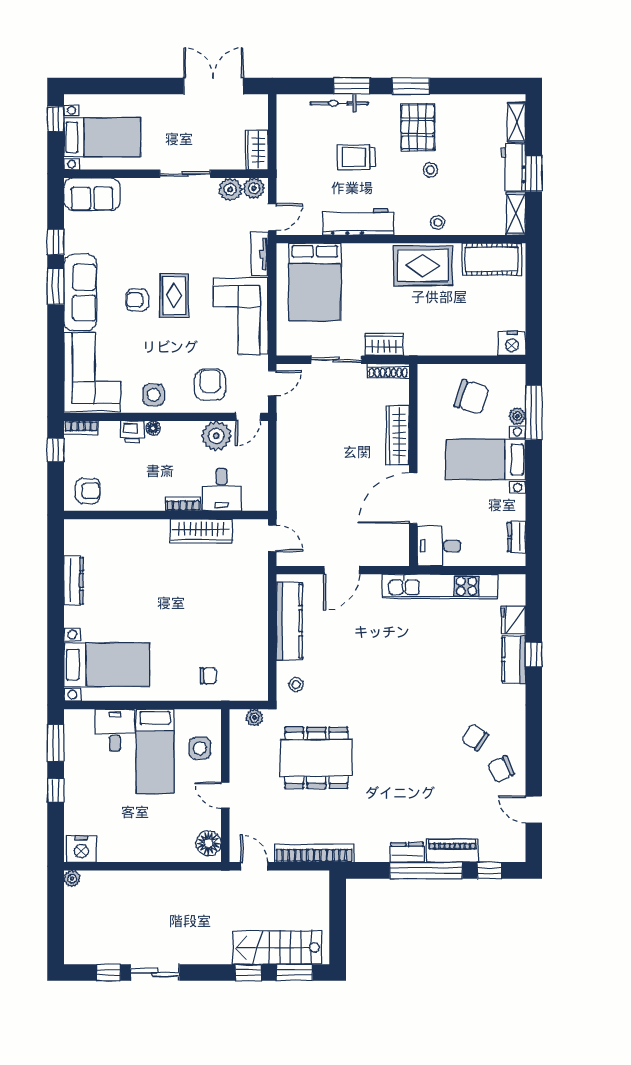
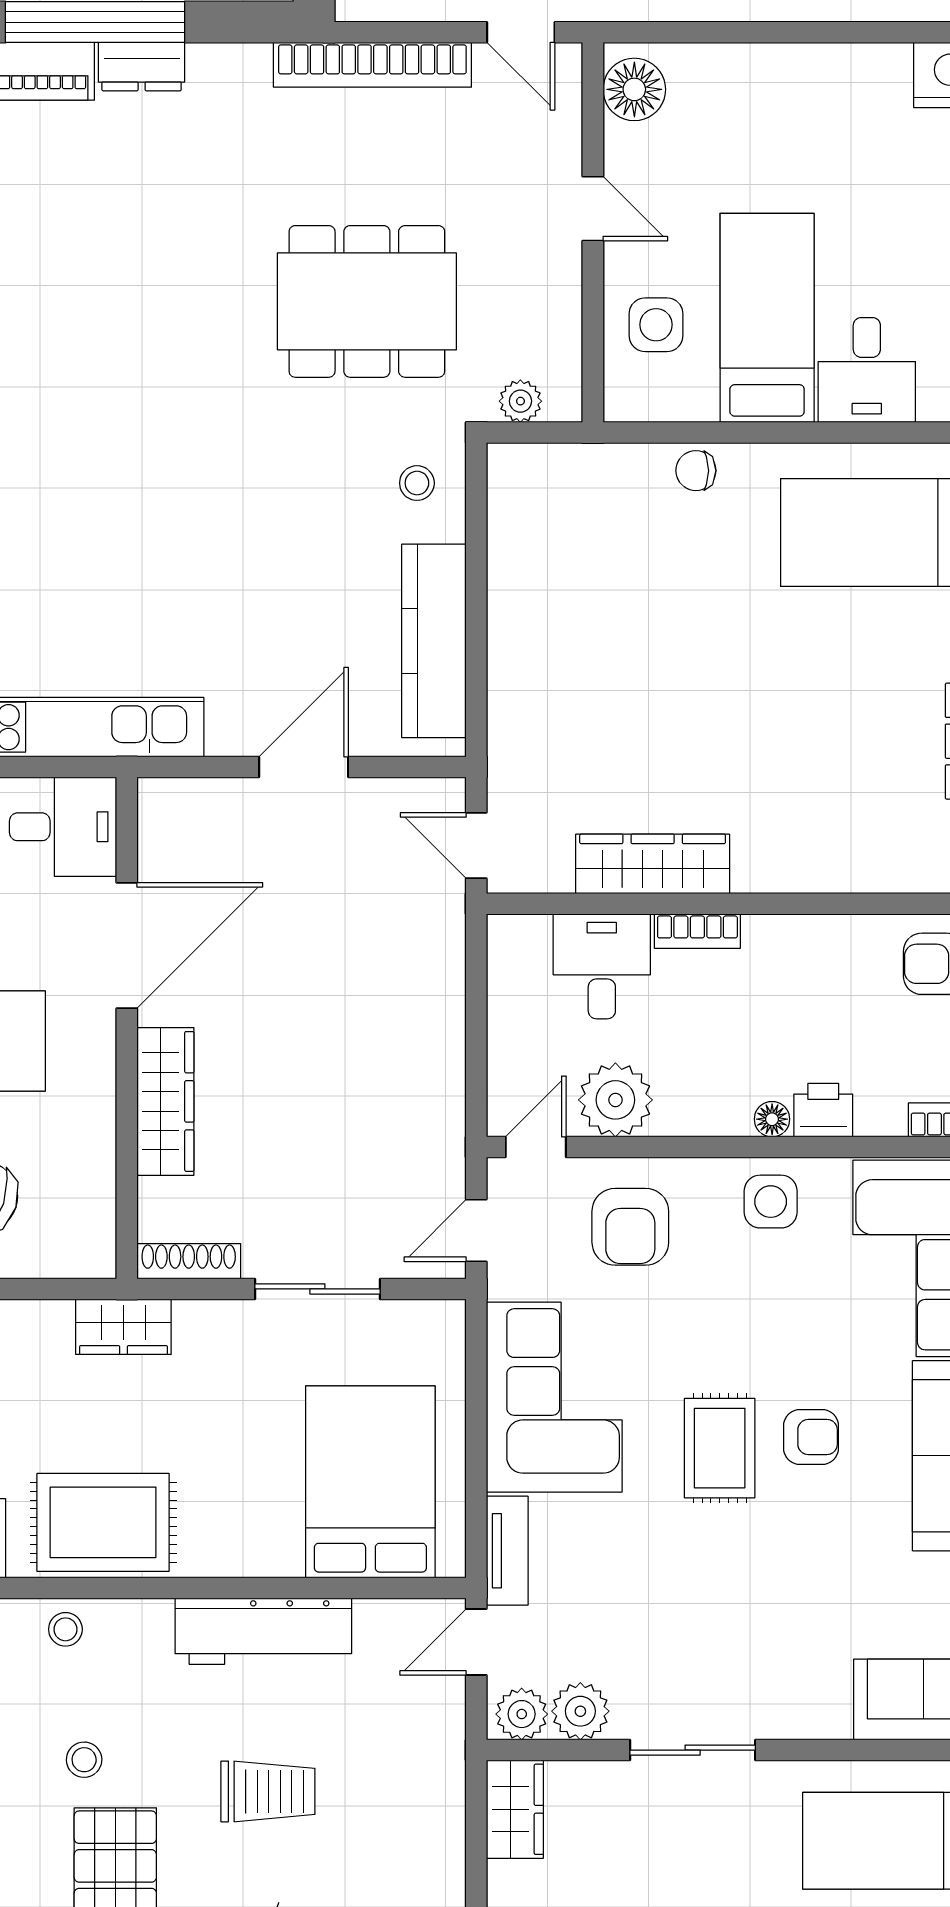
wardrobe: (384, 344) -> (123, 1327), moved
chair: (208, 676) -> (696, 471), moved

